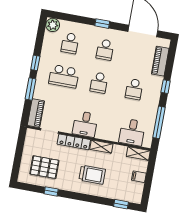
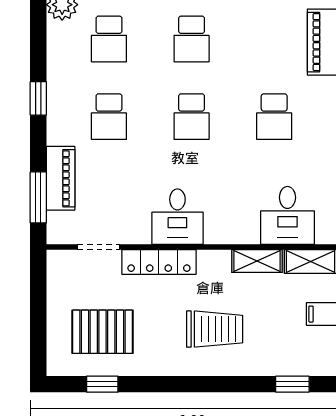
school desk: (64, 76) -> (109, 117), width x0.54
window: (31, 89) -> (38, 197), moved
piano: (36, 113) -> (61, 178), moved
shelving: (101, 147) -> (257, 261), moved
window: (51, 191) -> (102, 384), moved

